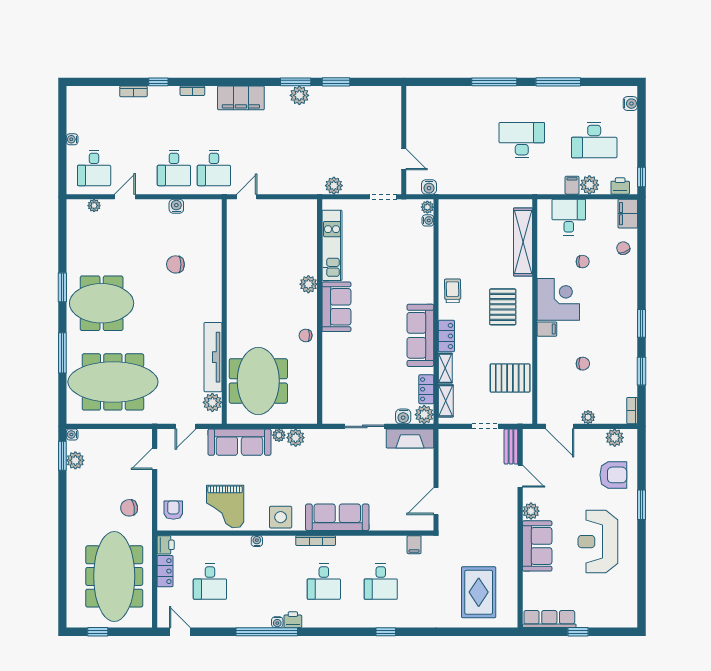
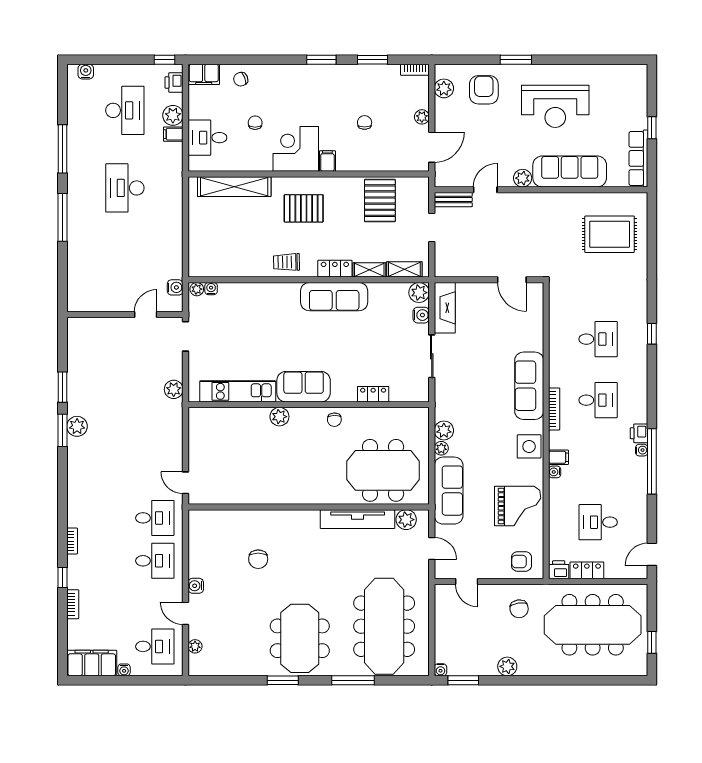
filing cabinet: (241, 98) -> (92, 663), moved, turned -90
water cooler: (176, 206) -> (196, 586), moved
locker: (426, 389) -> (373, 394), moved, turned 180
plant: (75, 460) -> (507, 666), moved
filing cabinet: (414, 545) -> (559, 457), moved
sofa: (537, 546) -> (570, 171), width x1.36
desk: (210, 582) -> (598, 522), turned 180

